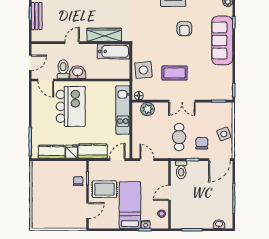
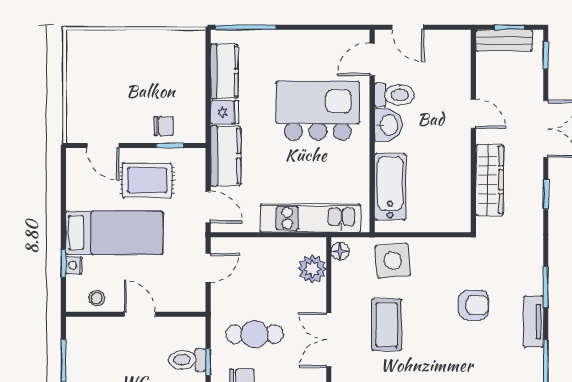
armchair: (184, 29) -> (474, 305), moved, turned 180
wardrobe: (104, 35) -> (490, 180), moved
door: (72, 43) -> (473, 114), moved
wall: (81, 43) -> (473, 131), moved
bathtub: (114, 51) -> (390, 187), moved, turned 180
kitchen island: (71, 106) -> (318, 111), turned 180
toilet: (181, 170) -> (187, 360), moved
rug: (104, 189) -> (147, 180), turned 90

